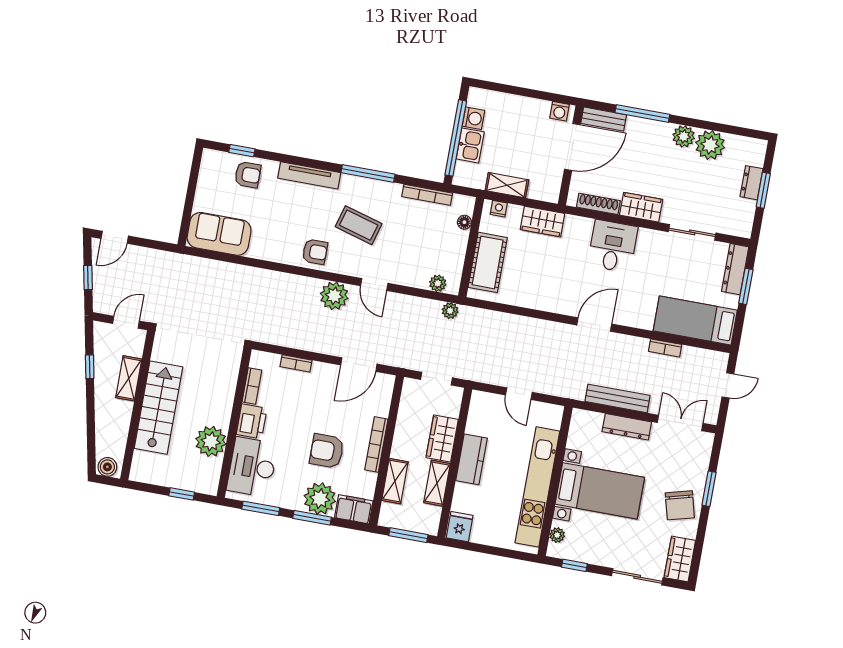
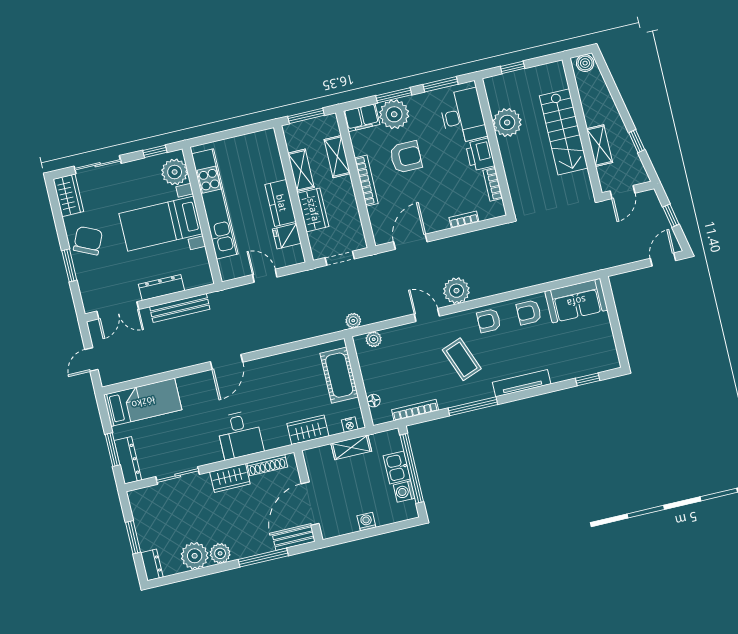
washing machine: (560, 111) -> (366, 521), moved
armchair: (248, 175) -> (529, 312), moved
dresser: (752, 183) -> (152, 565), moved
coffee table: (359, 225) -> (462, 359), turned 53
bookcase: (665, 348) -> (158, 368), removed
chair: (680, 505) -> (88, 241), turned 40
fridge: (460, 527) -> (287, 236), moved, turned 90
plant: (557, 535) -> (175, 172), width x1.88, depth x1.88

